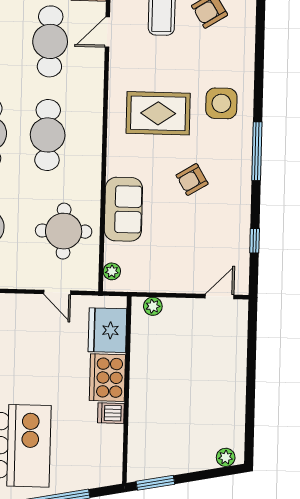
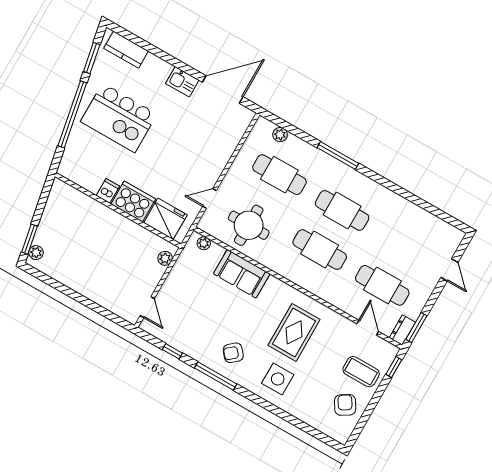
window: (257, 151) -> (216, 376), moved
armchair: (192, 180) -> (233, 353), moved, turned -99
window: (155, 483) -> (30, 239), moved

